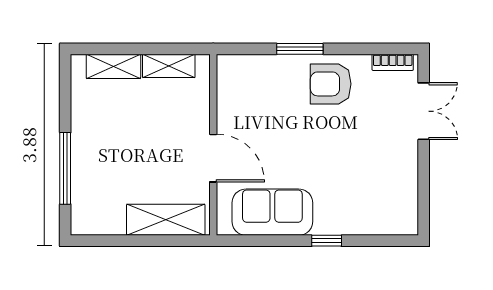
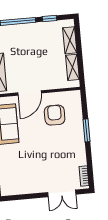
armchair: (331, 84) -> (55, 115), moved
window: (65, 103) -> (50, 19), added

